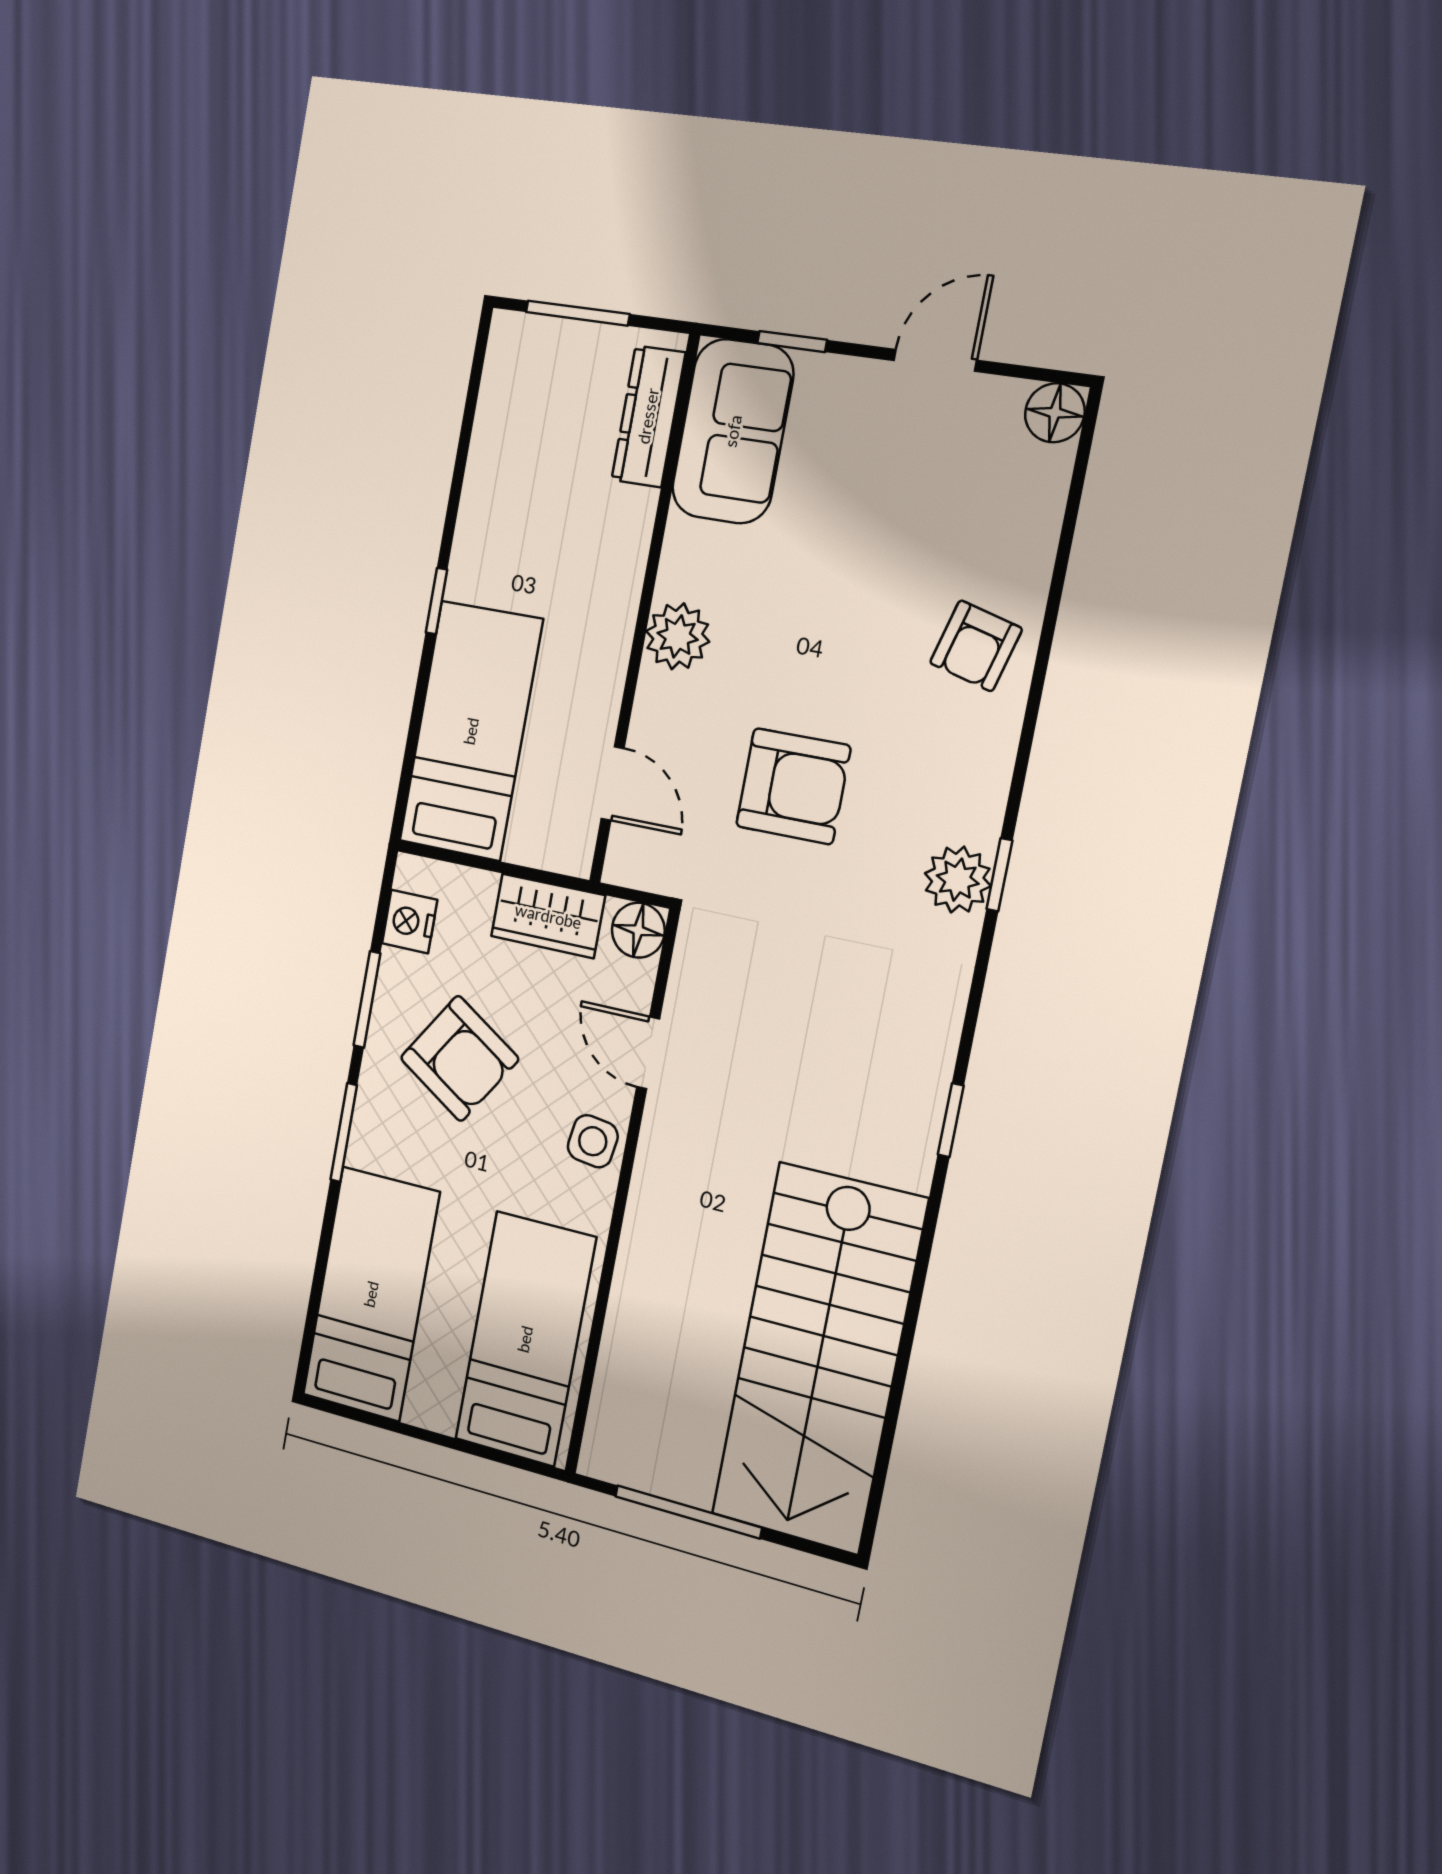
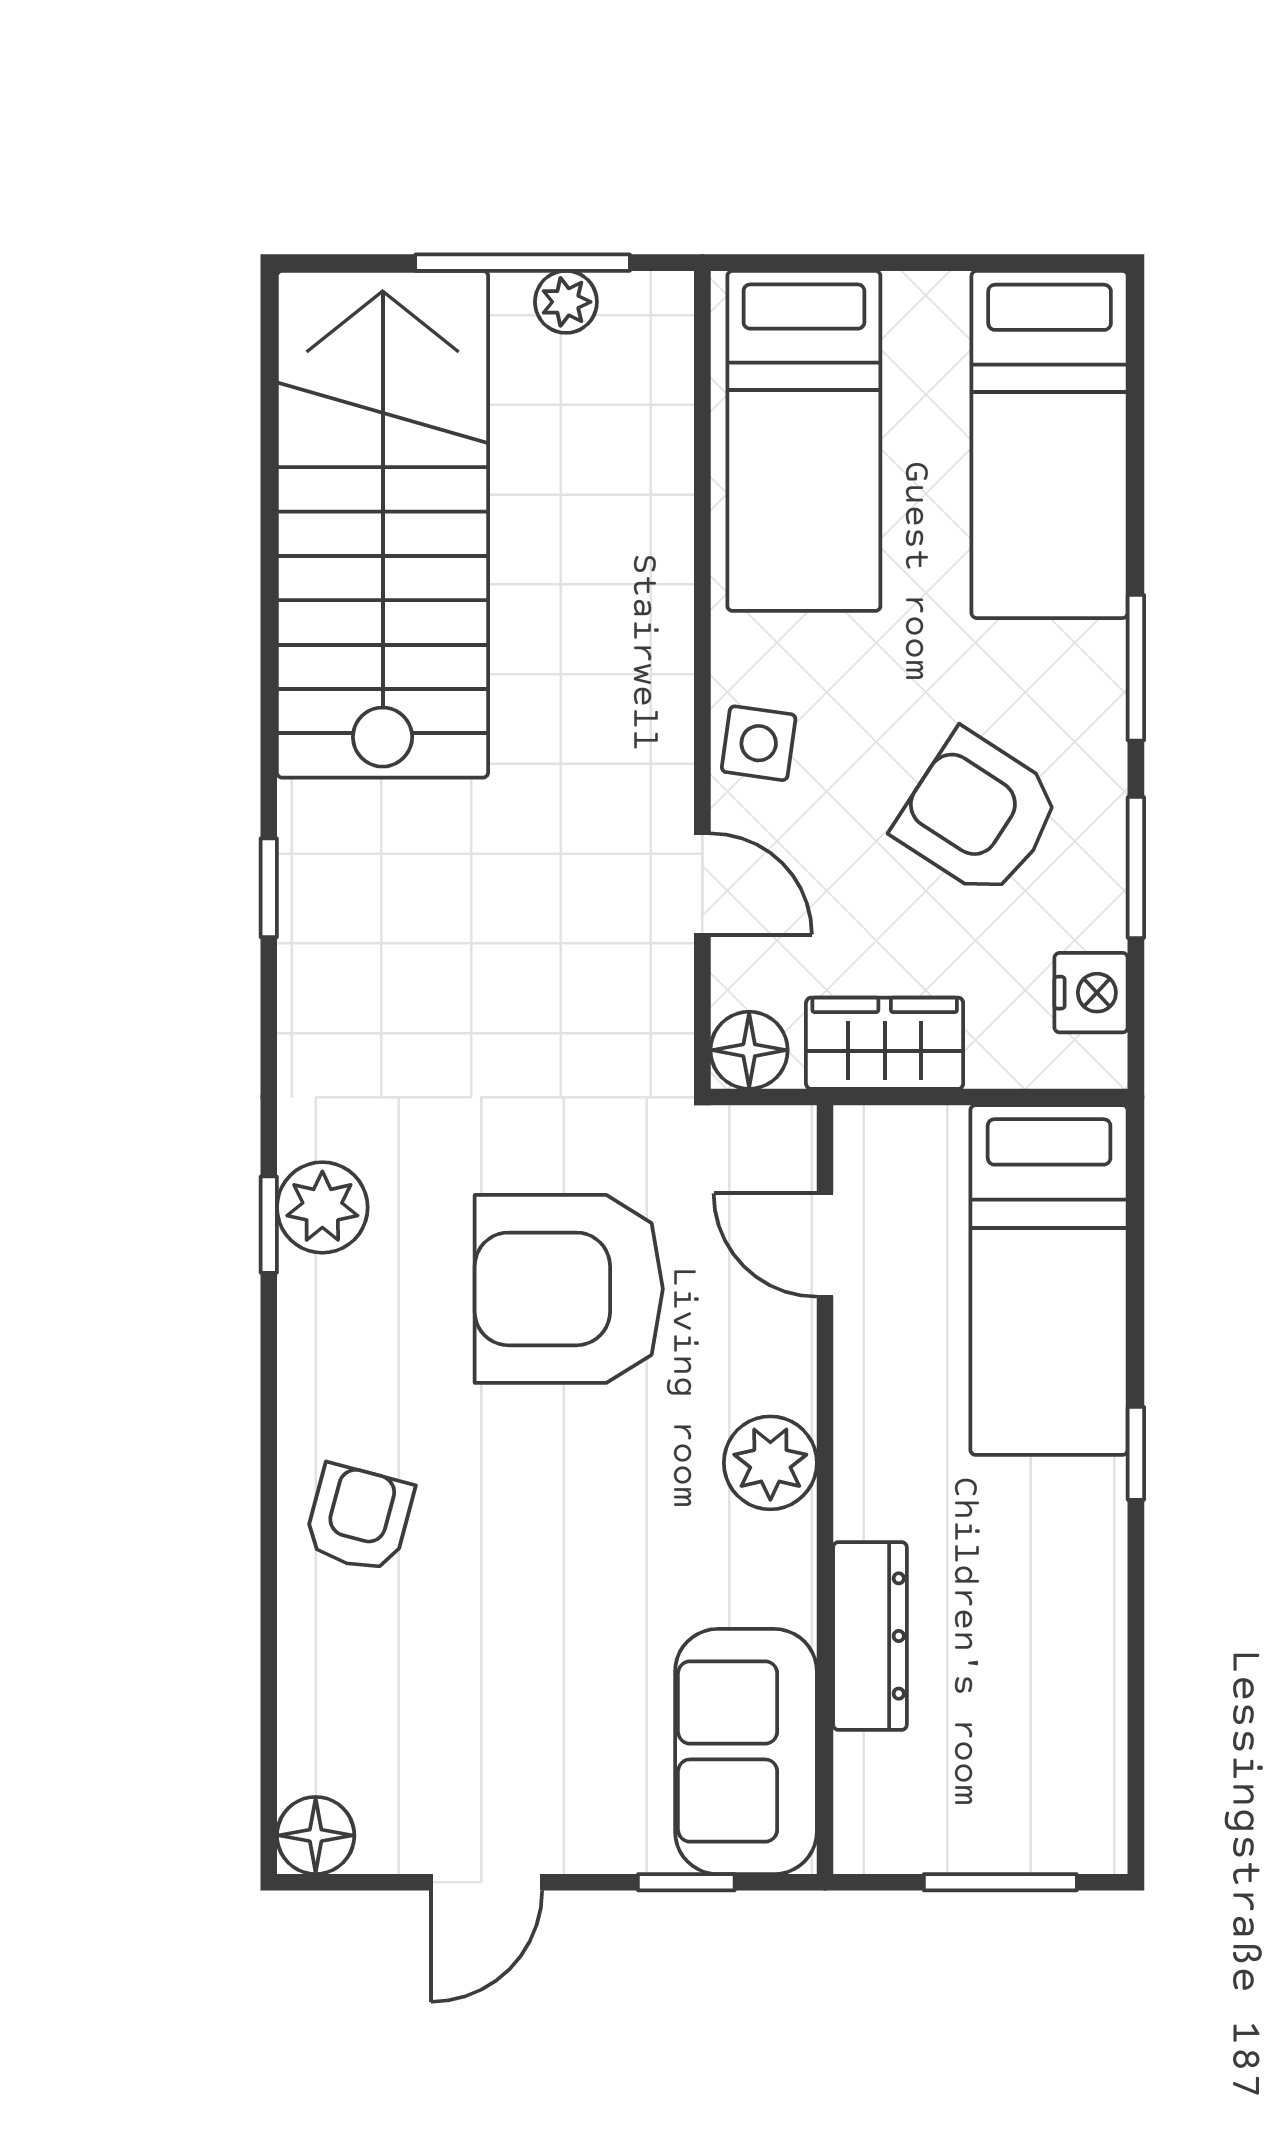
dresser: (648, 416) -> (870, 1636), moved
armchair: (793, 786) -> (569, 1289), width x1.36, depth x1.36
plant: (664, 1477) -> (566, 302), added

